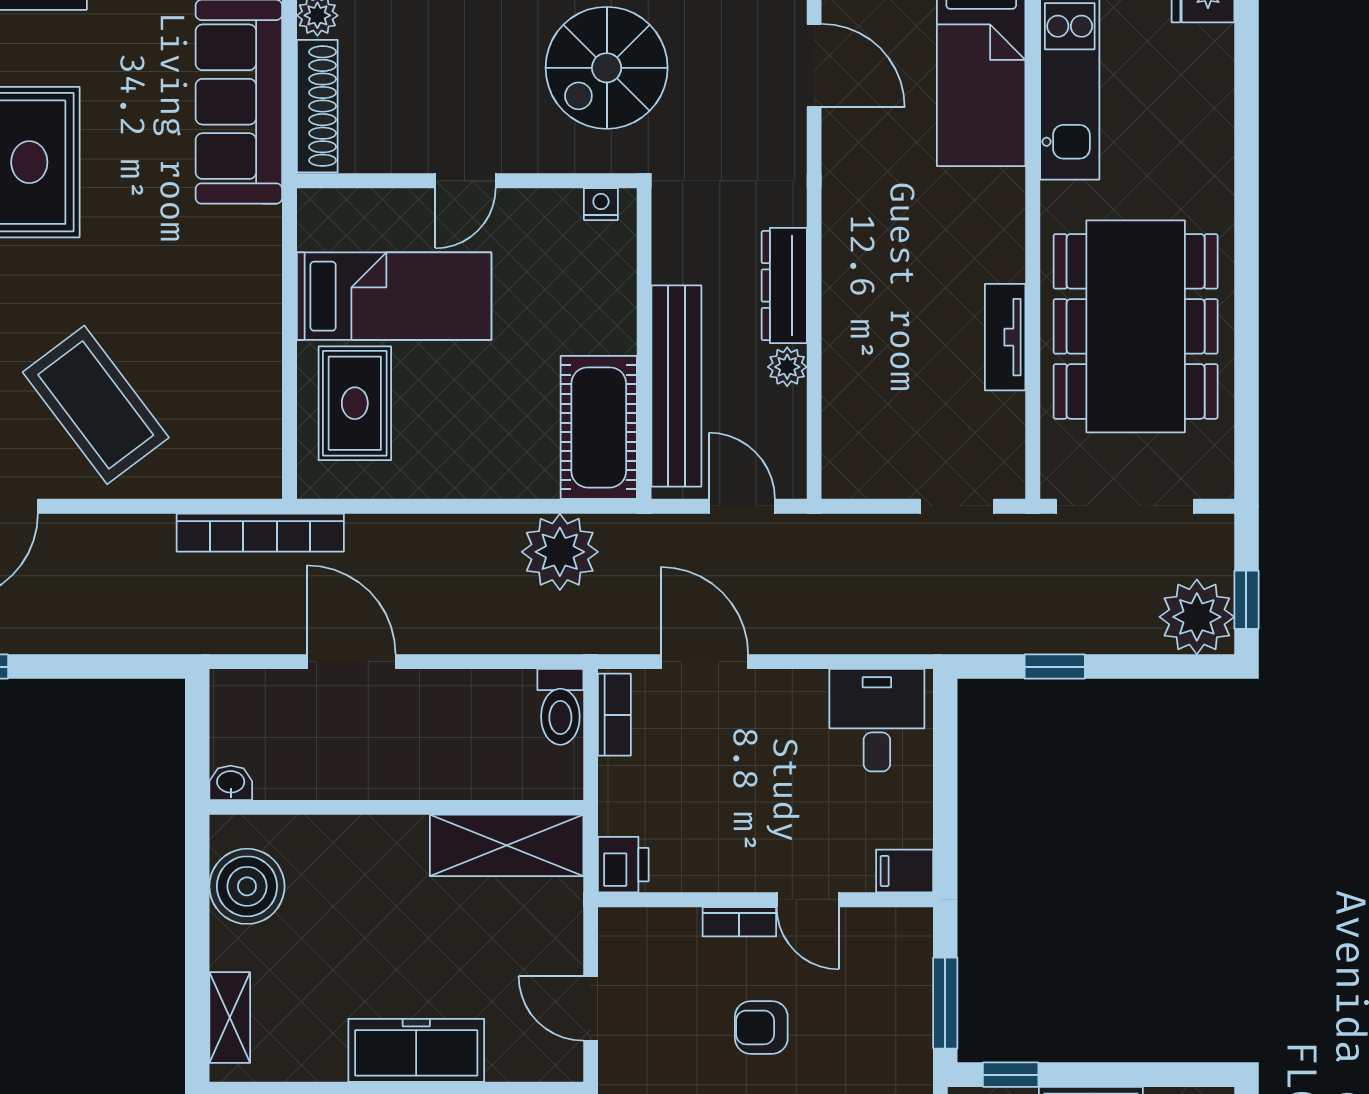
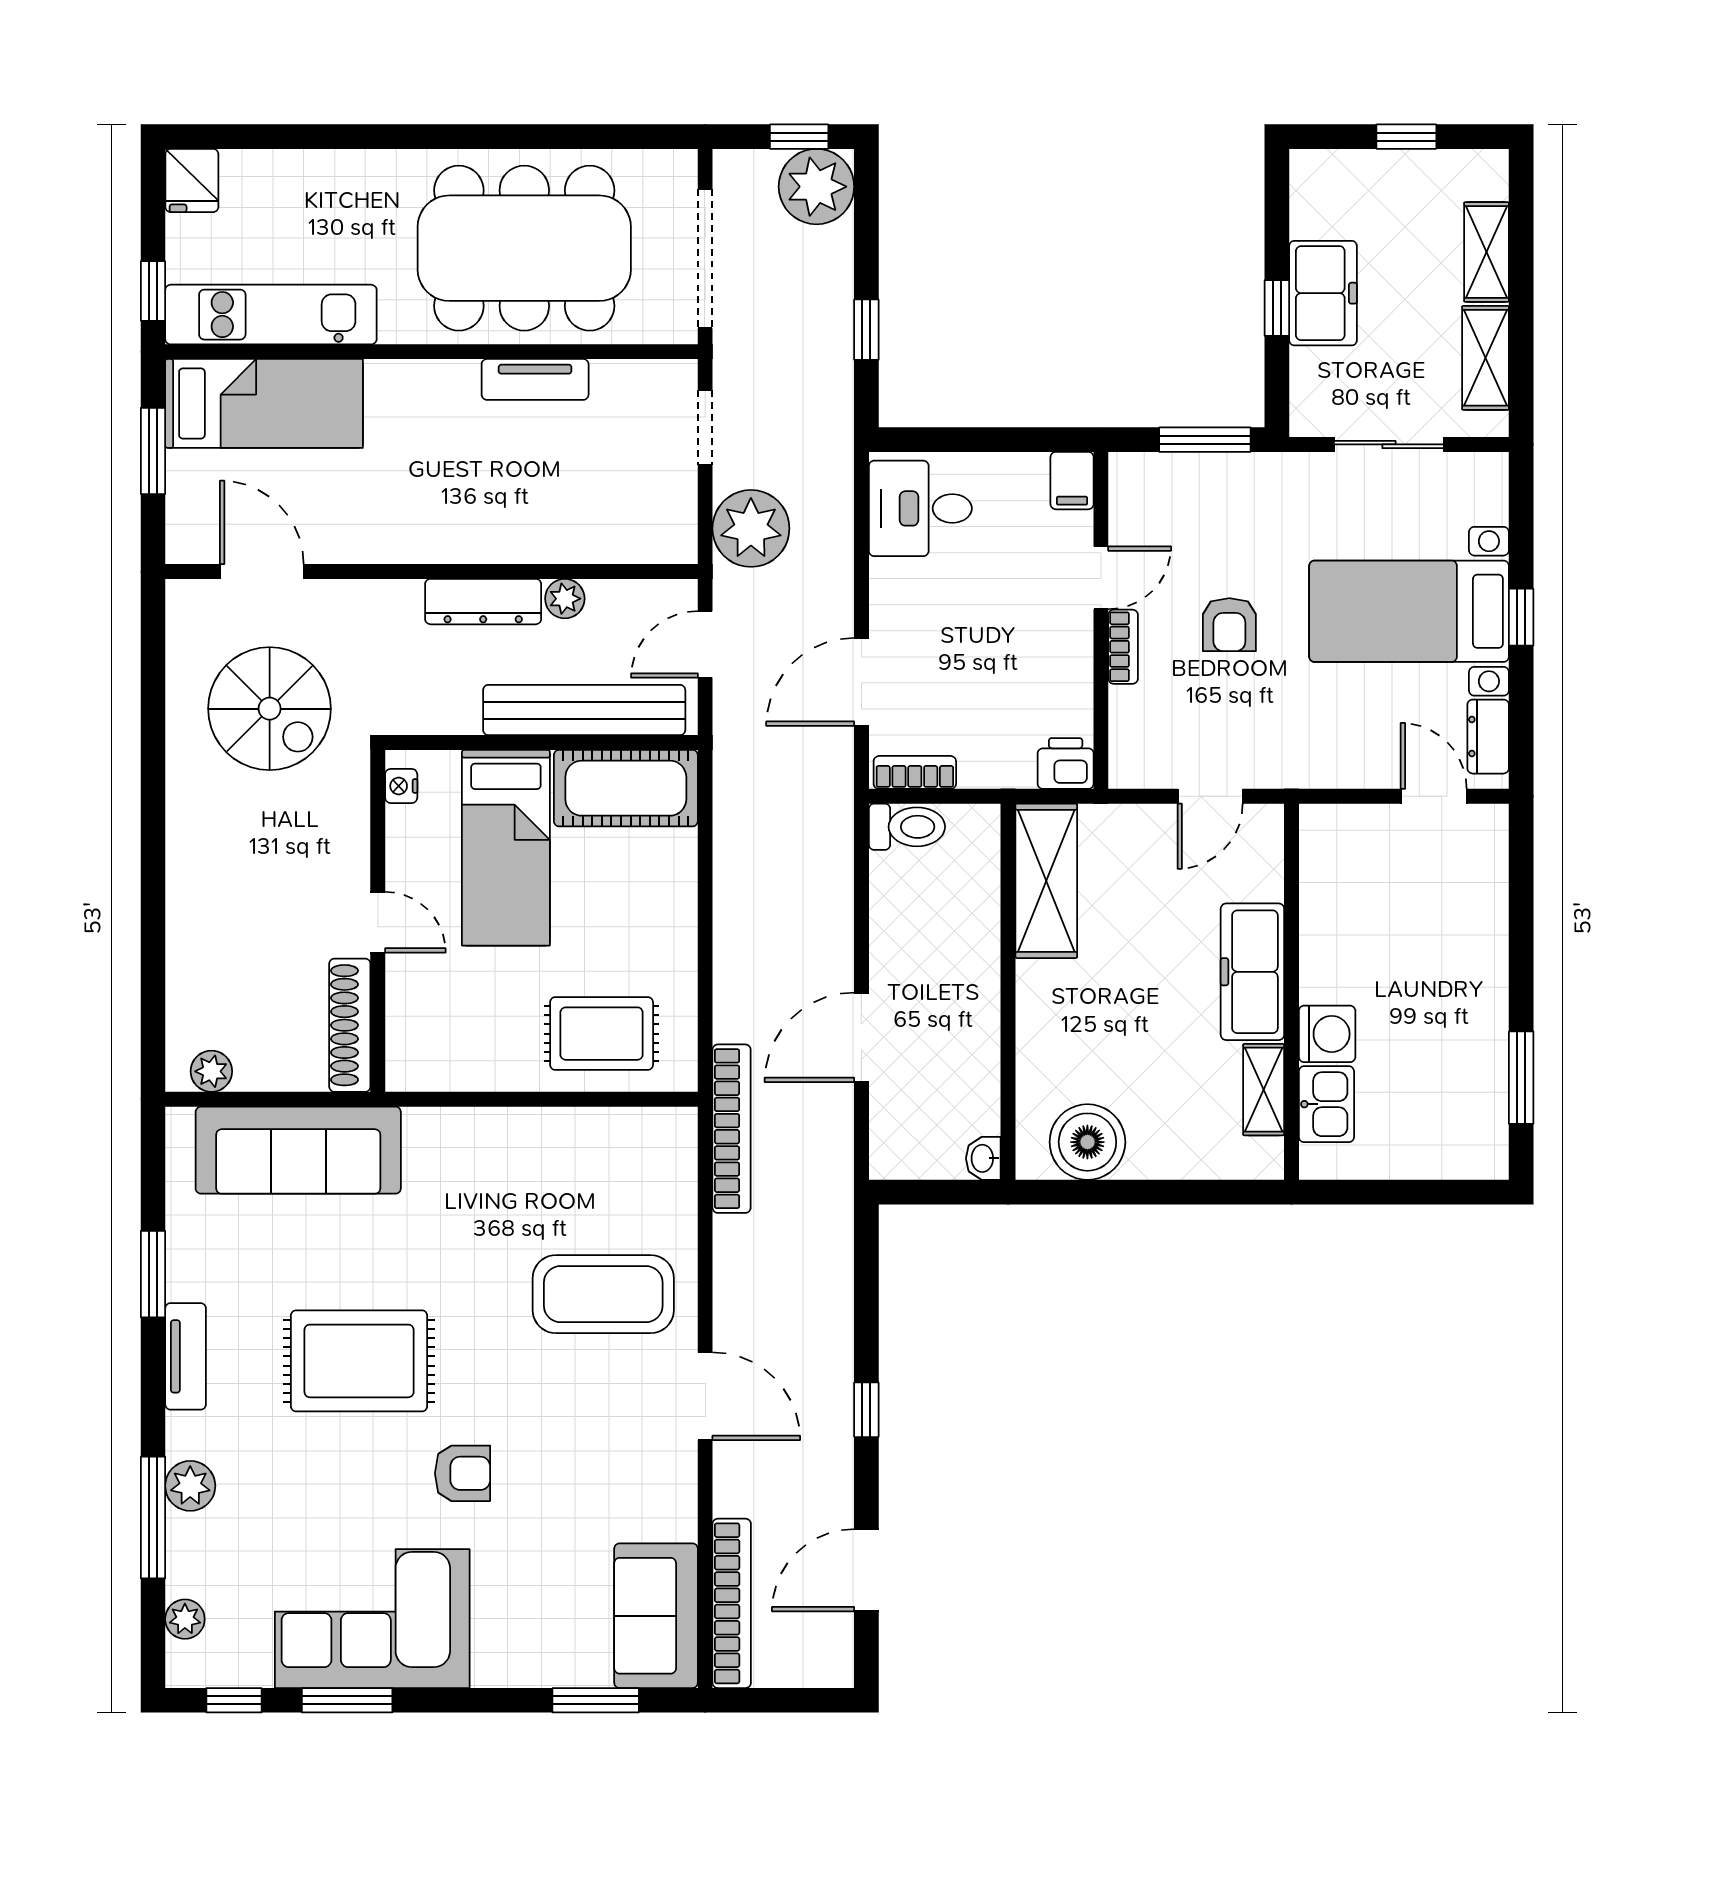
door: (814, 65) -> (262, 572), hinge flipped
spiral stairs: (607, 68) -> (270, 709), moved
shoe rack: (317, 106) -> (350, 1025), moved, turned -90
bed: (394, 296) -> (506, 848), moved, turned 180
coffee table: (96, 405) -> (603, 1294), turned 37
plant: (560, 552) -> (751, 528), moved
shelving: (230, 1018) -> (1264, 1090), moved, turned 90
window: (1011, 1075) -> (1277, 308), moved

